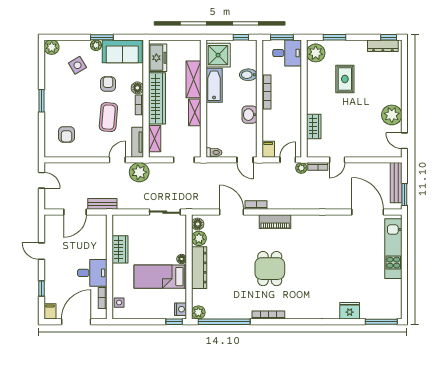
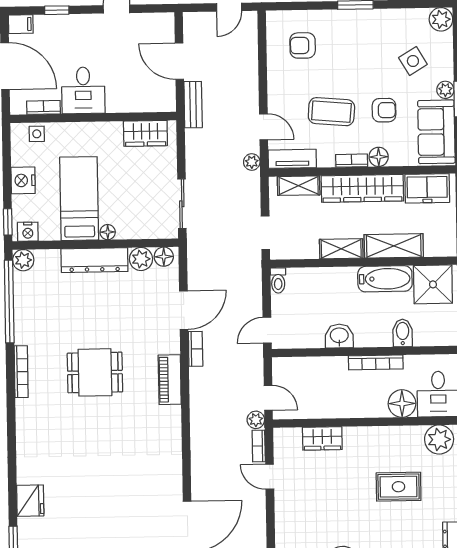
floor lamp: (293, 76) -> (402, 404), added
filing cabinet: (268, 149) -> (285, 367), removed
plant: (139, 172) -> (252, 162), width x0.53, depth x0.53
wardrobe: (120, 249) -> (145, 133), moved
nightstand: (148, 312) -> (23, 180), added

